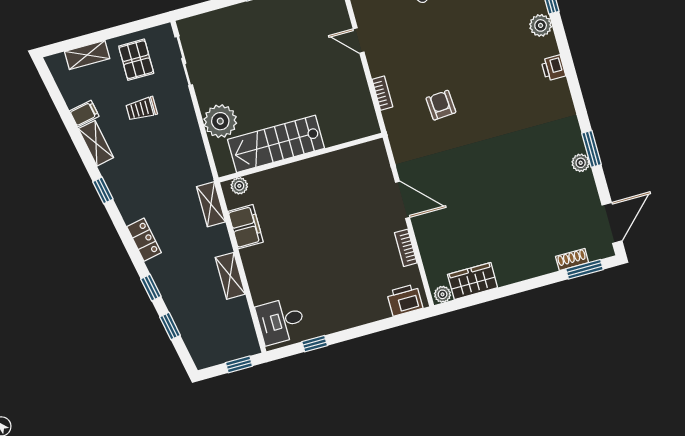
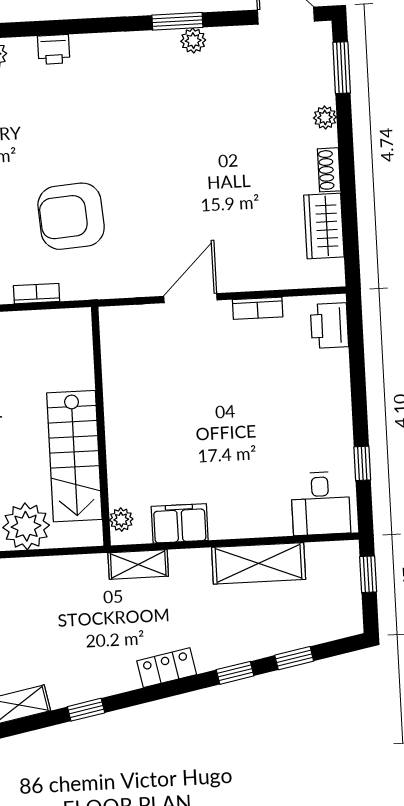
armchair: (441, 105) -> (71, 216), width x1.88, depth x1.88
shoe rack: (572, 260) -> (329, 170), moved
shelving: (230, 276) -> (259, 563), width x1.50, depth x1.33
plant: (443, 294) -> (325, 117), moved

